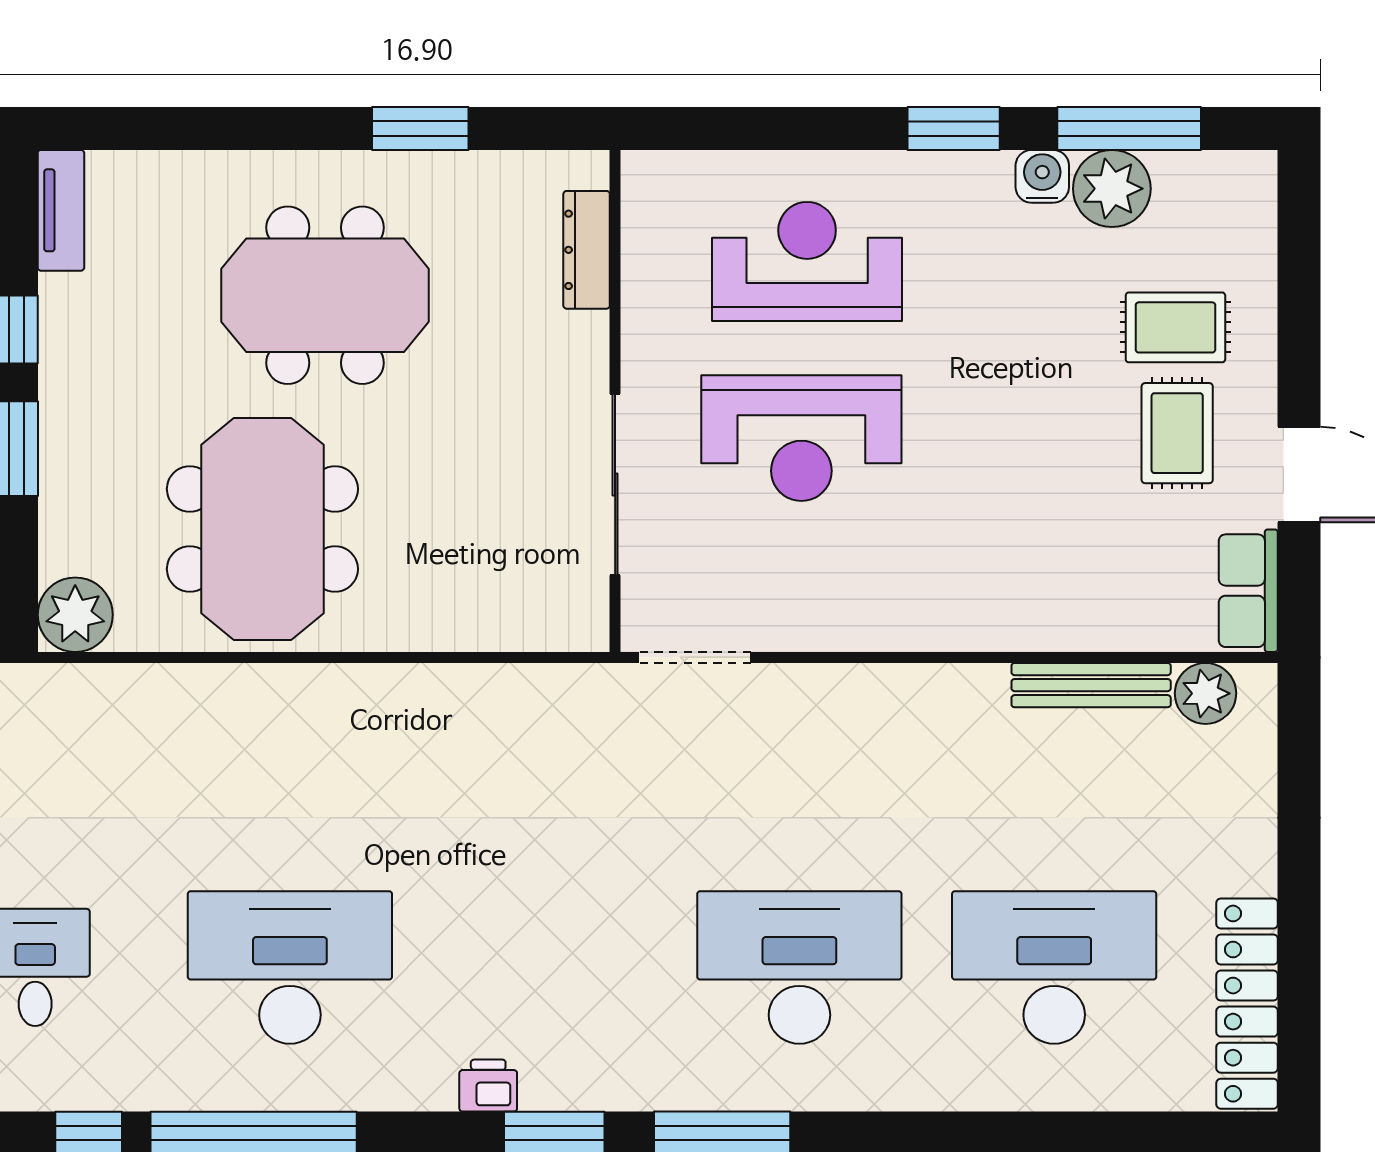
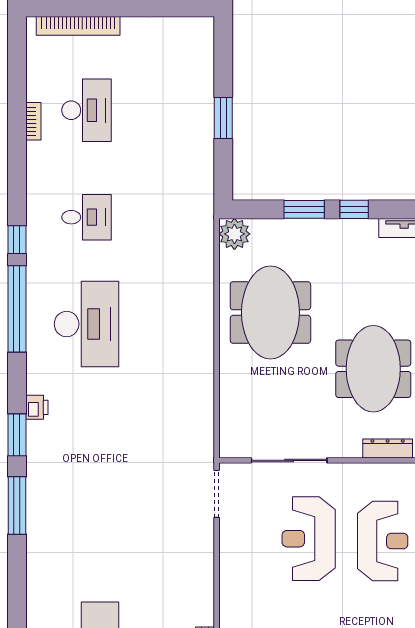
meeting table: (325, 295) -> (373, 369), moved
meeting table: (262, 529) -> (270, 313), turned 90
desk: (799, 967) -> (86, 538), removed

